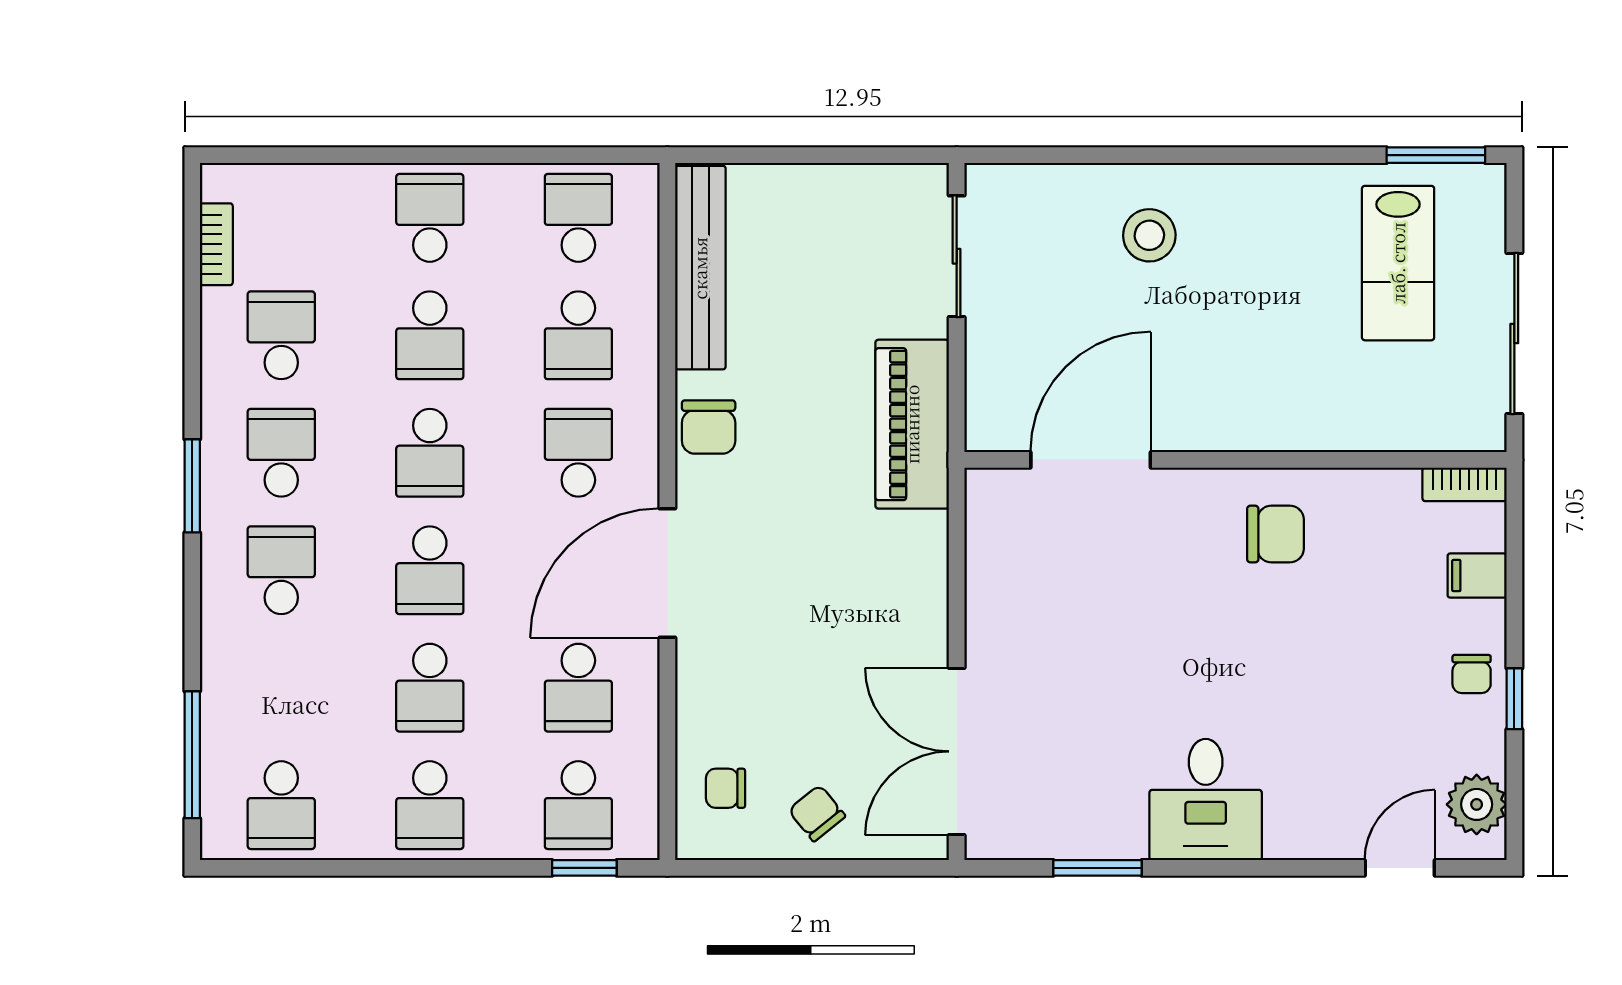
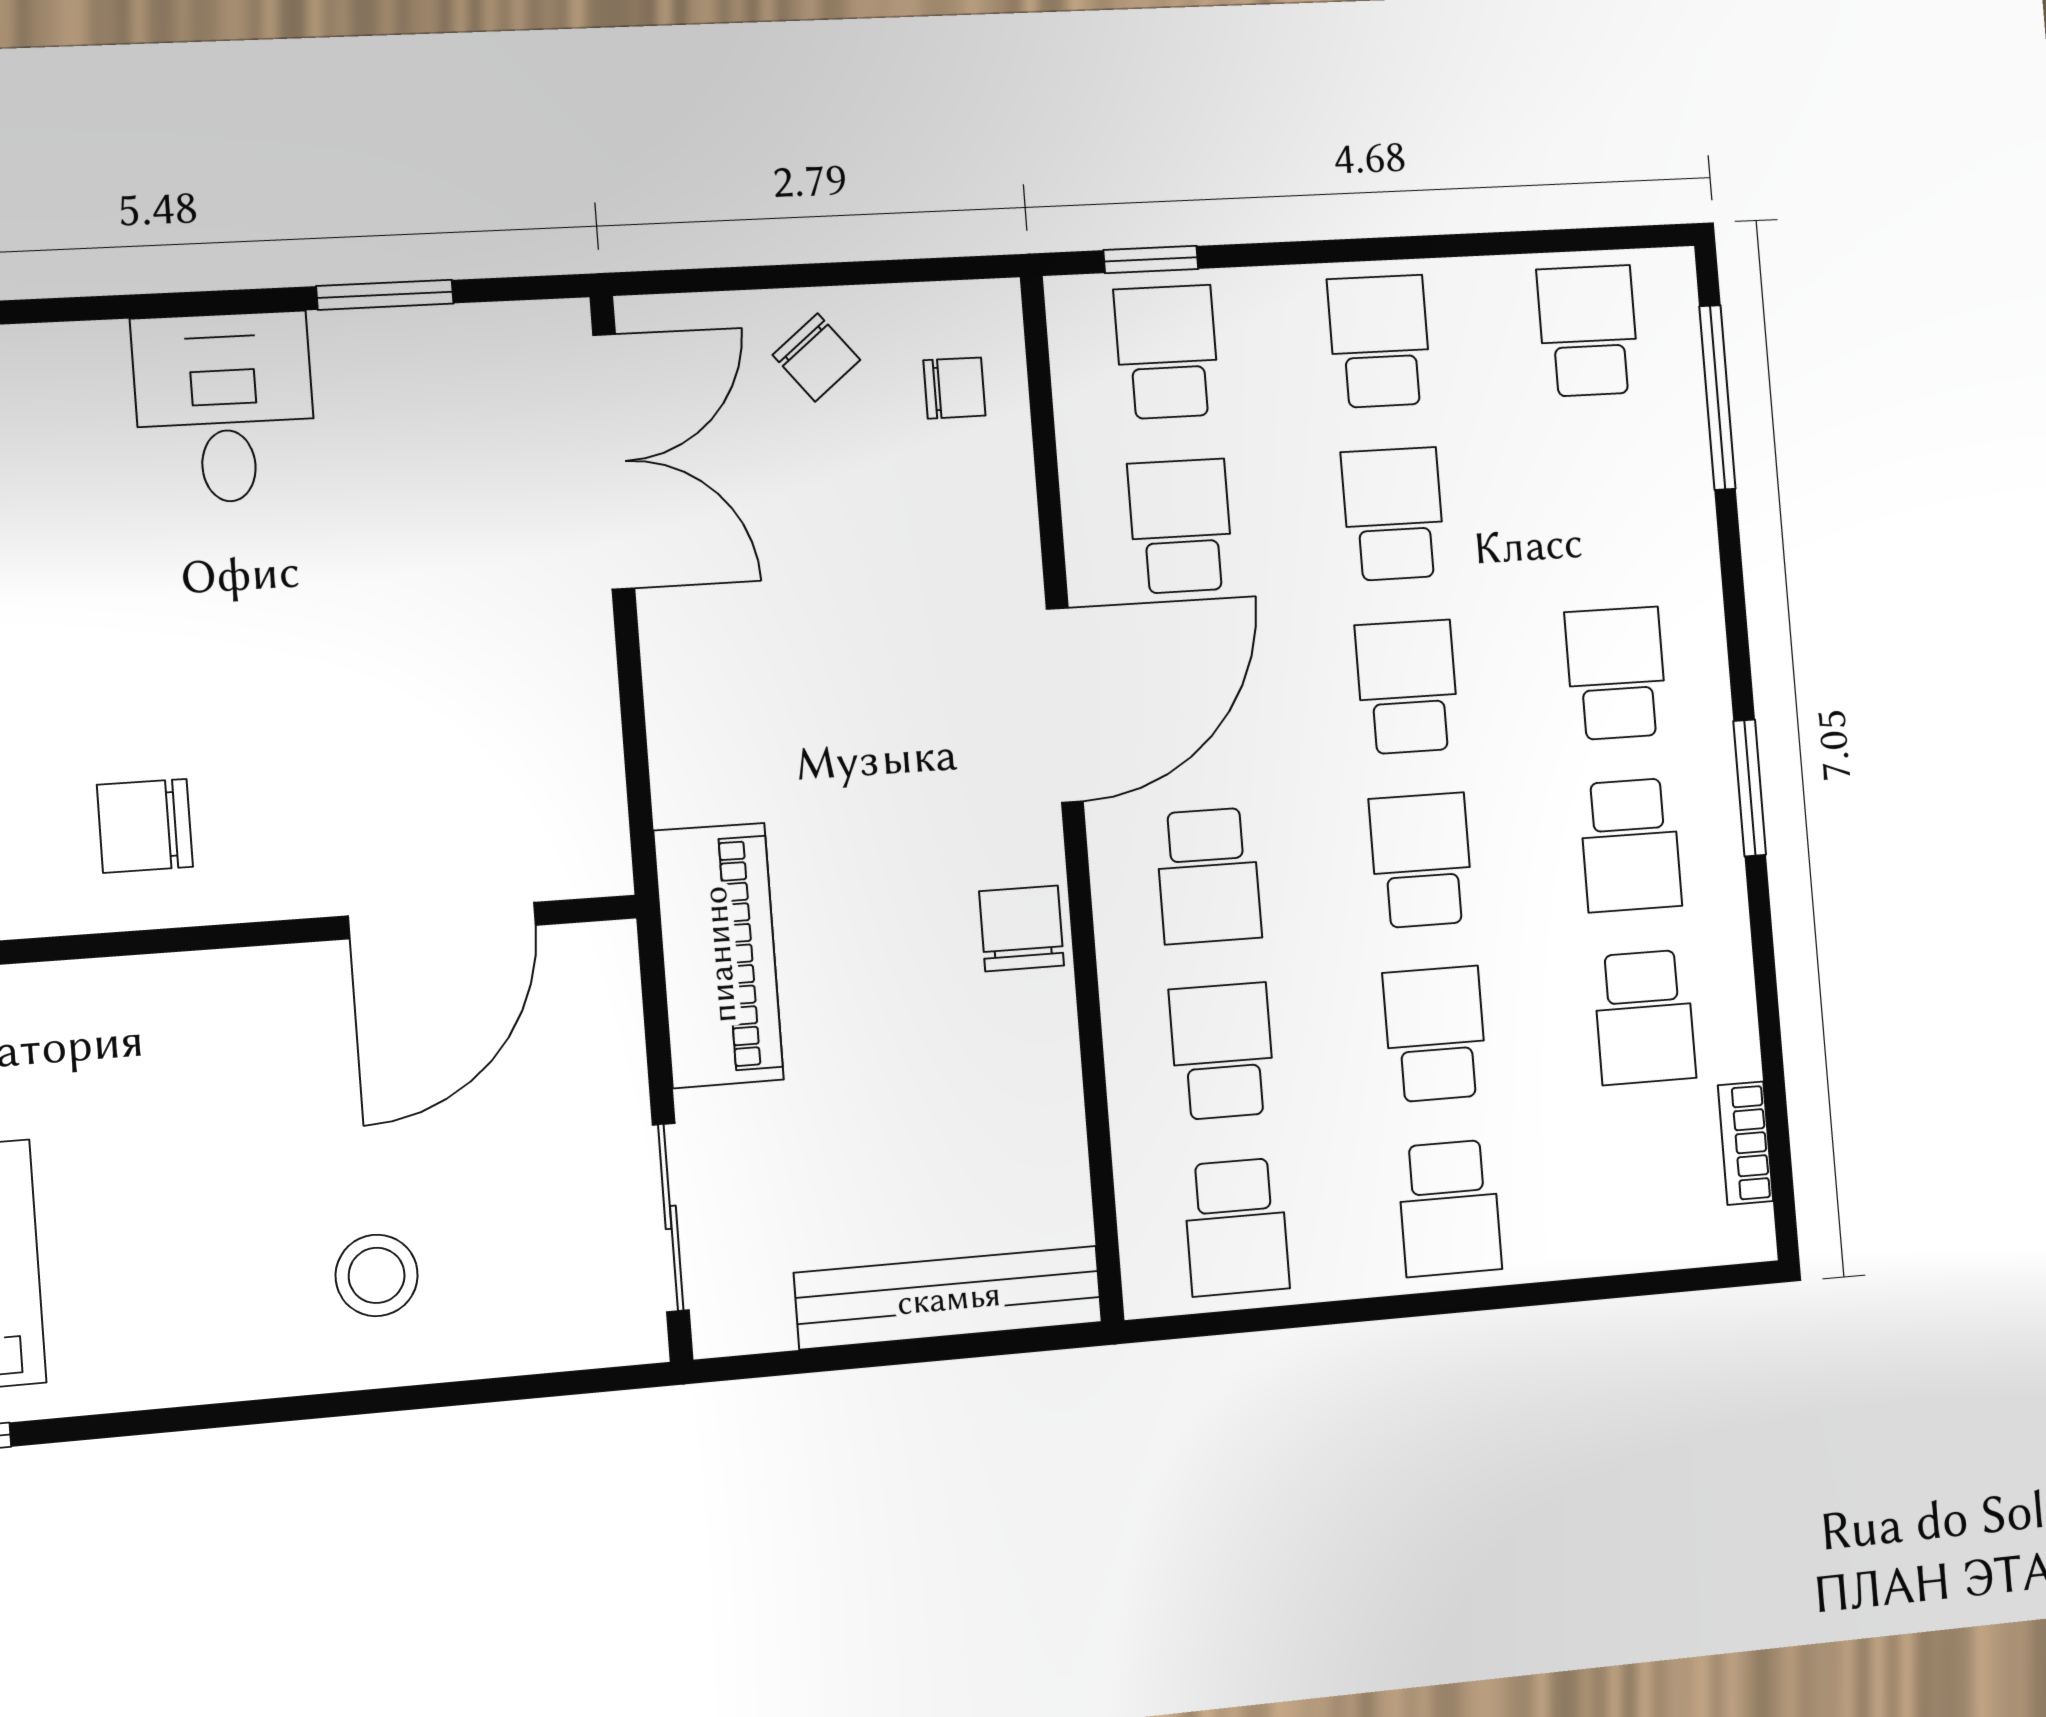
bench: (700, 268) -> (949, 1298), moved, turned 90
school desk: (281, 570) -> (1616, 673), turned 180

